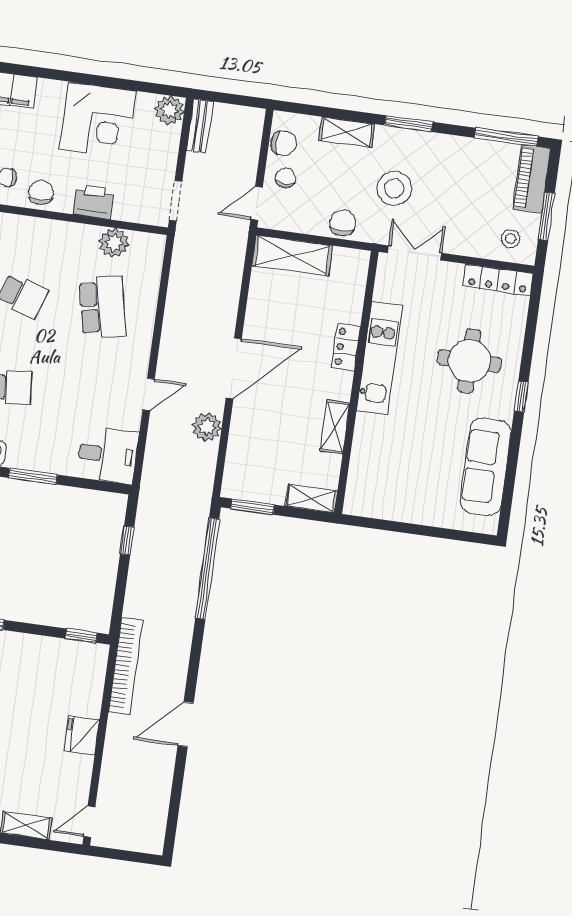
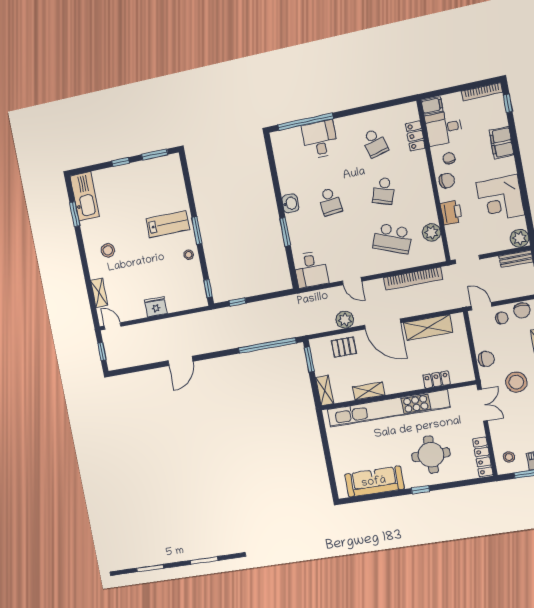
shelving: (292, 255) -> (428, 327), moved, turned 90
school desk: (103, 307) -> (393, 239), turned 33
locker: (346, 347) -> (436, 380), moved
kitchen unit: (380, 358) -> (388, 408), width x1.86
pallet: (251, 443) -> (344, 347), added
window: (127, 541) -> (237, 302), moved
stool: (15, 649) -> (189, 255), added
bookcase: (126, 666) -> (413, 279), moved
door: (186, 724) -> (181, 361), swing flipped
window: (126, 856) -> (102, 351), added

